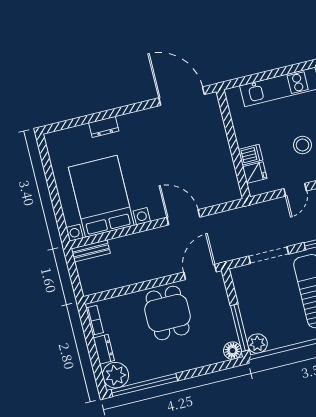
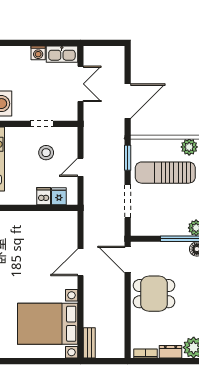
door: (295, 190) -> (80, 167), swing flipped

